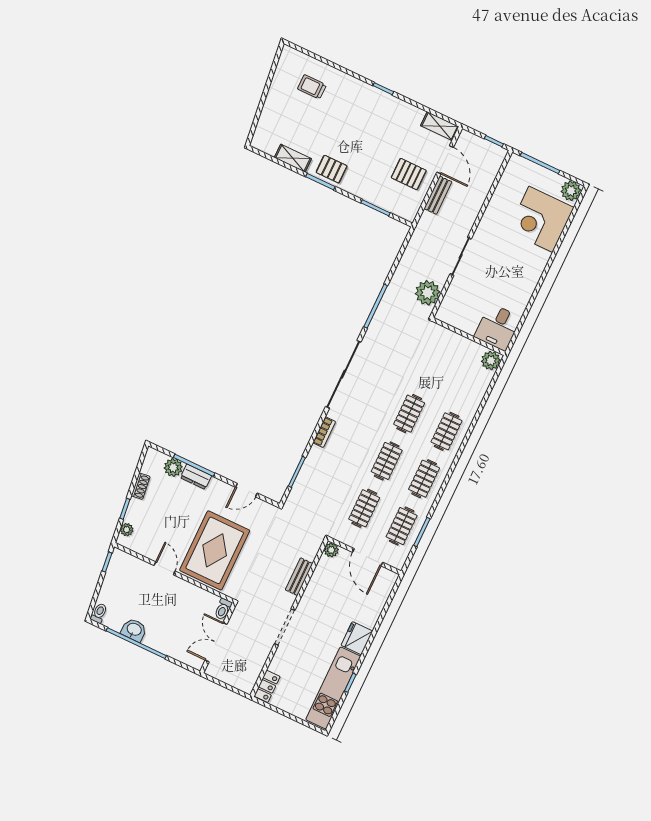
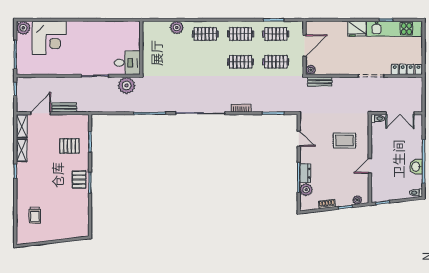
shelving: (293, 158) -> (22, 150), moved
pallet: (409, 174) -> (69, 146), moved, turned 90
desk: (498, 327) -> (127, 63), moved
plant: (491, 361) -> (177, 27), moved
clothes rail: (409, 414) -> (205, 62), removed
rug: (215, 550) -> (345, 141), width x0.54, depth x0.49
bench: (299, 577) -> (320, 82), moved
locker: (267, 686) -> (407, 69), width x1.53

